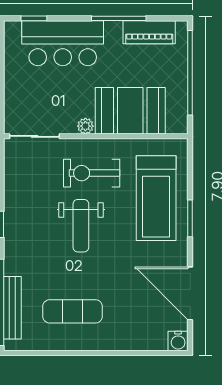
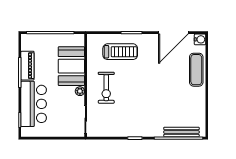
piano: (149, 32) -> (27, 66), moved
treadmill: (156, 198) -> (120, 52), width x0.73, depth x0.73
weight bench: (81, 226) -> (136, 94), removed
exercise mat: (73, 311) -> (196, 70), moved

